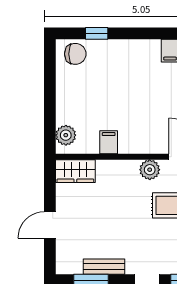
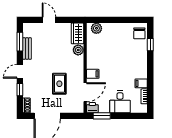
filing cabinet: (109, 142) -> (93, 74), moved
plant: (150, 170) -> (78, 50), moved

